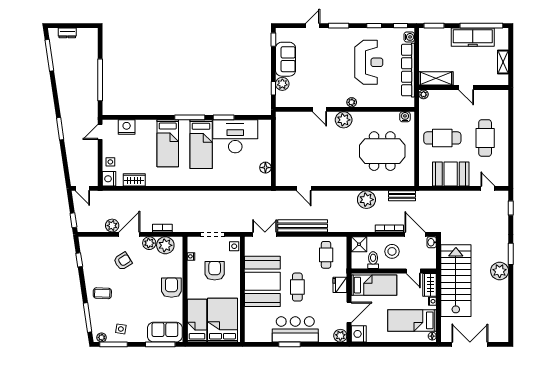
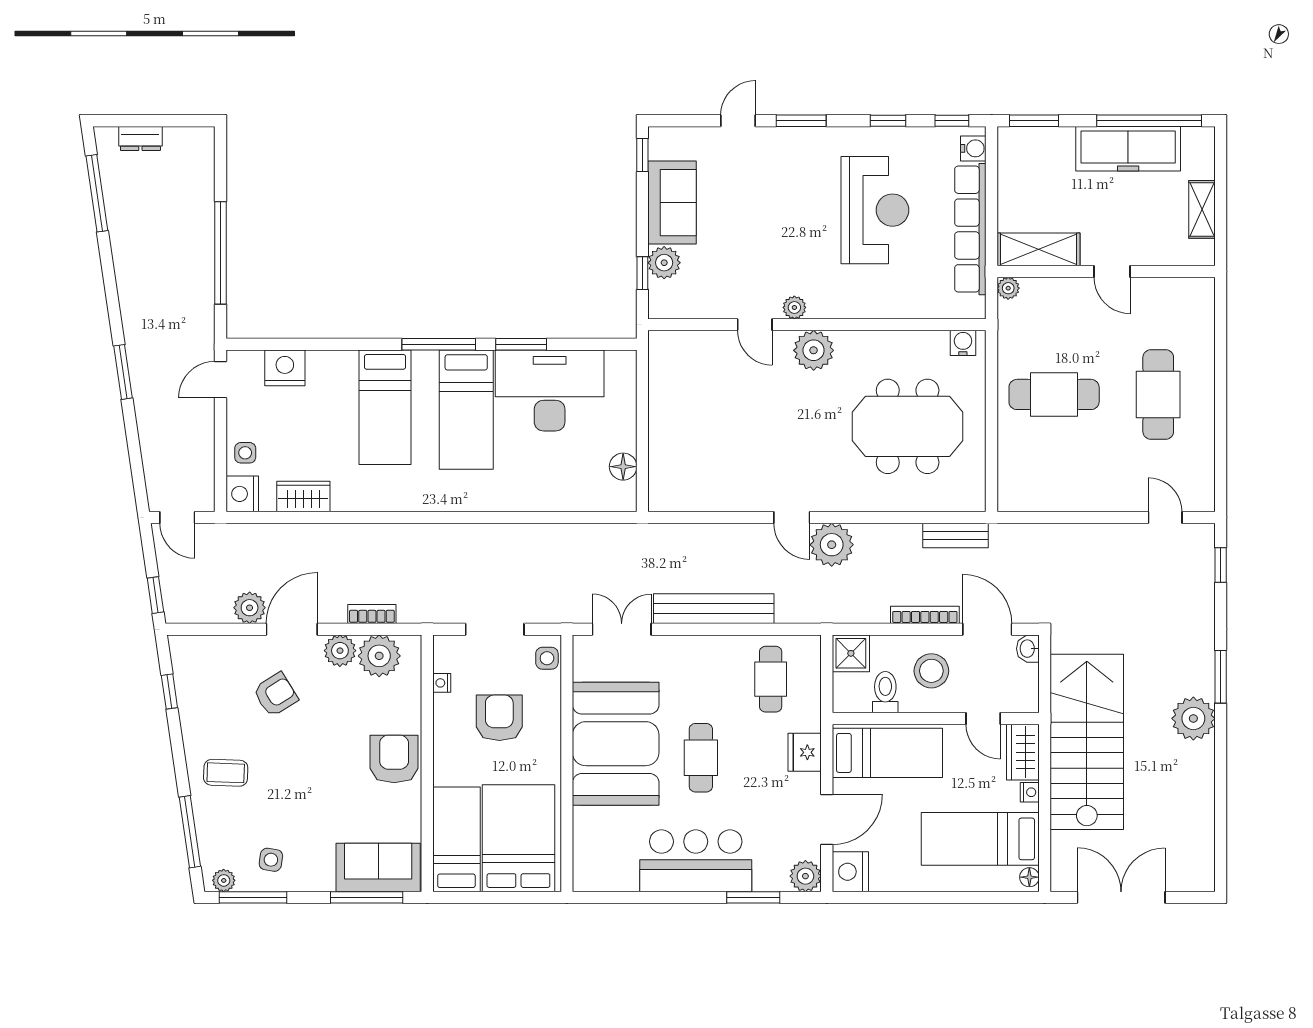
plant: (352, 102) -> (794, 307), moved
booth: (451, 174) -> (1074, 482), removed
door: (304, 188) -> (792, 517), moved
plant: (366, 200) -> (832, 545), moved
window: (290, 344) -> (753, 897), moved

